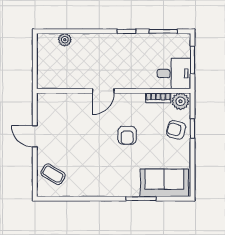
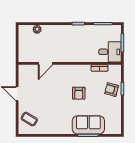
door: (103, 91) -> (46, 63), moved
plant: (180, 101) -> (114, 70), removed
sofa: (164, 183) -> (88, 125), moved

